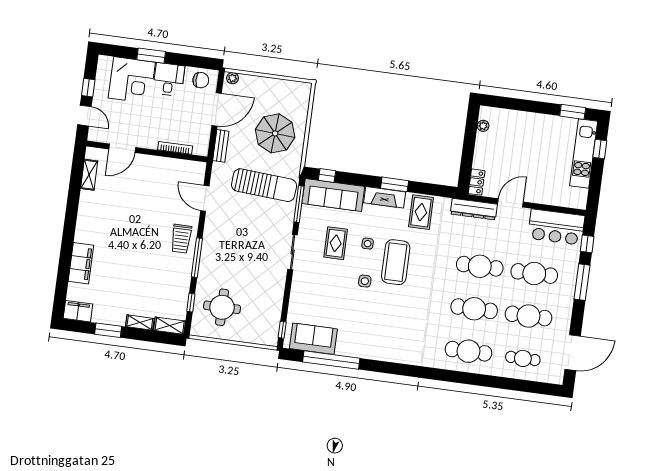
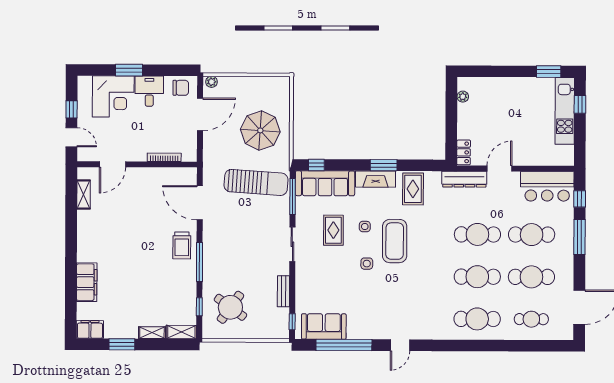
bench: (221, 146) -> (283, 291), moved
door: (205, 198) -> (200, 203), width x1.36
round table: (222, 307) -> (230, 307), turned 36
door: (388, 368) -> (400, 345), added

